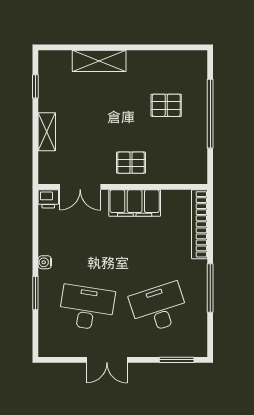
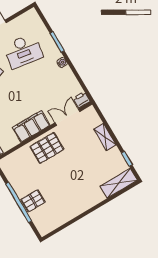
shelving: (99, 61) -> (119, 183), moved
pallet: (166, 105) -> (33, 201), moved
pallet: (131, 163) -> (47, 148), width x1.50, depth x1.42

